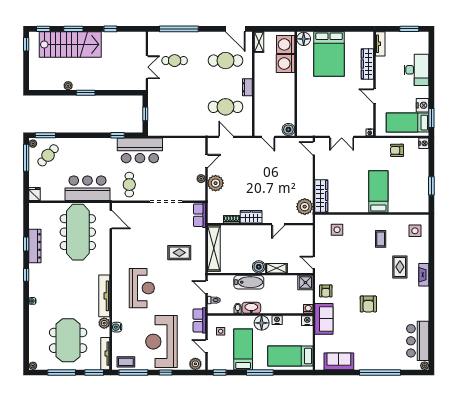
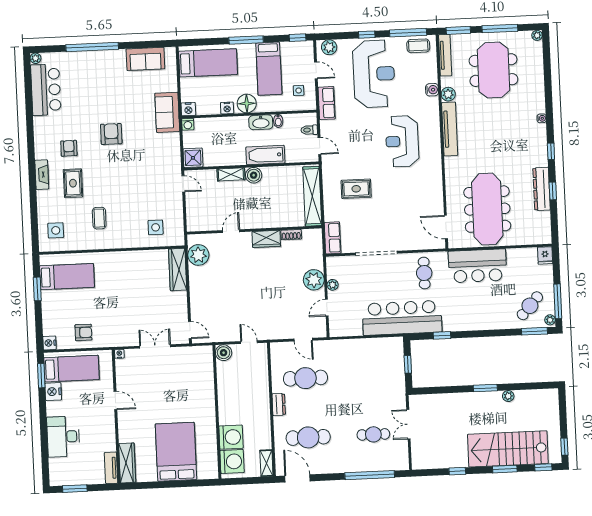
floor lamp: (304, 39) -> (209, 470), removed
wardrobe: (367, 64) -> (127, 463), moved
bar counter: (140, 150) -> (402, 318), width x1.36
bed: (378, 191) -> (67, 277), moved, turned -90
armchair: (326, 291) -> (69, 148), moved

